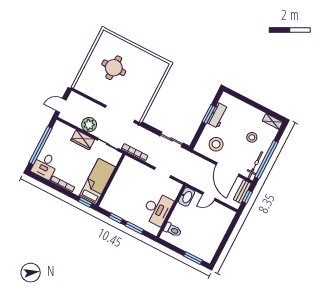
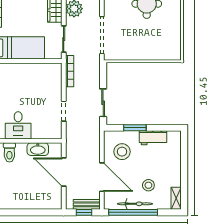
window: (209, 114) -> (135, 128), moved
bicycle: (255, 165) -> (135, 204), moved
door: (228, 169) -> (102, 177), swing flipped
door: (209, 196) -> (64, 172), width x1.88
washbasin: (187, 197) -> (38, 149), moved
desk: (157, 209) -> (18, 125), width x0.73

